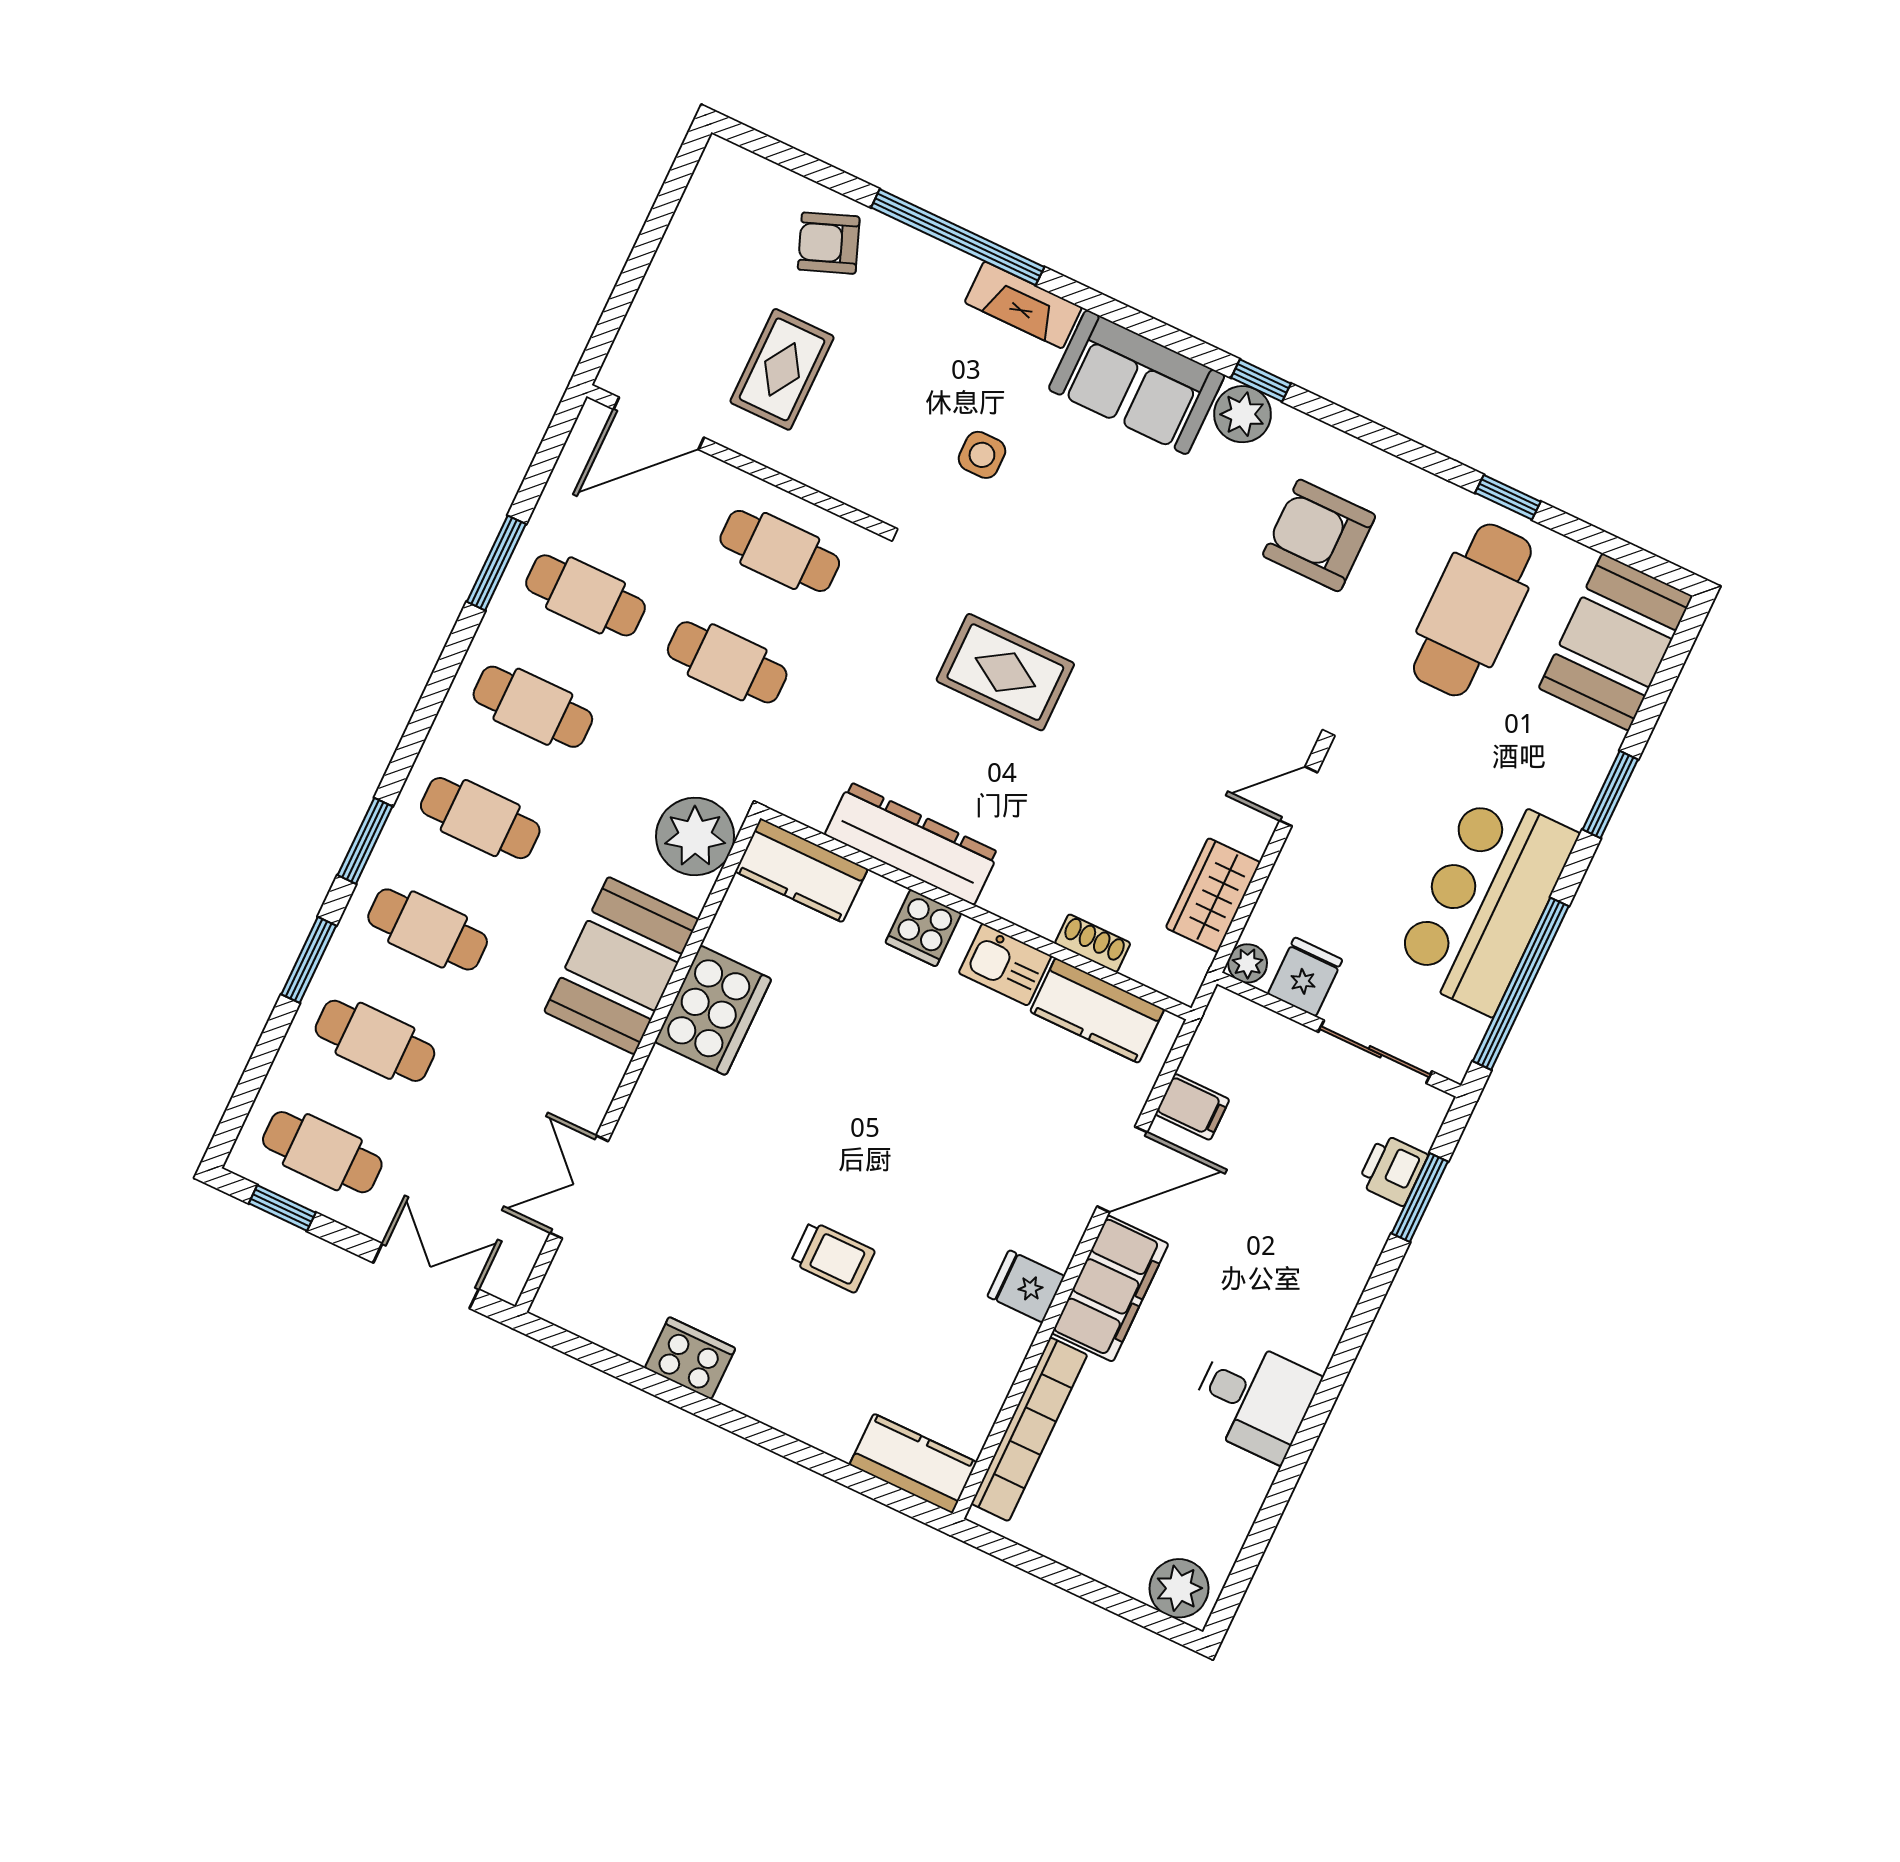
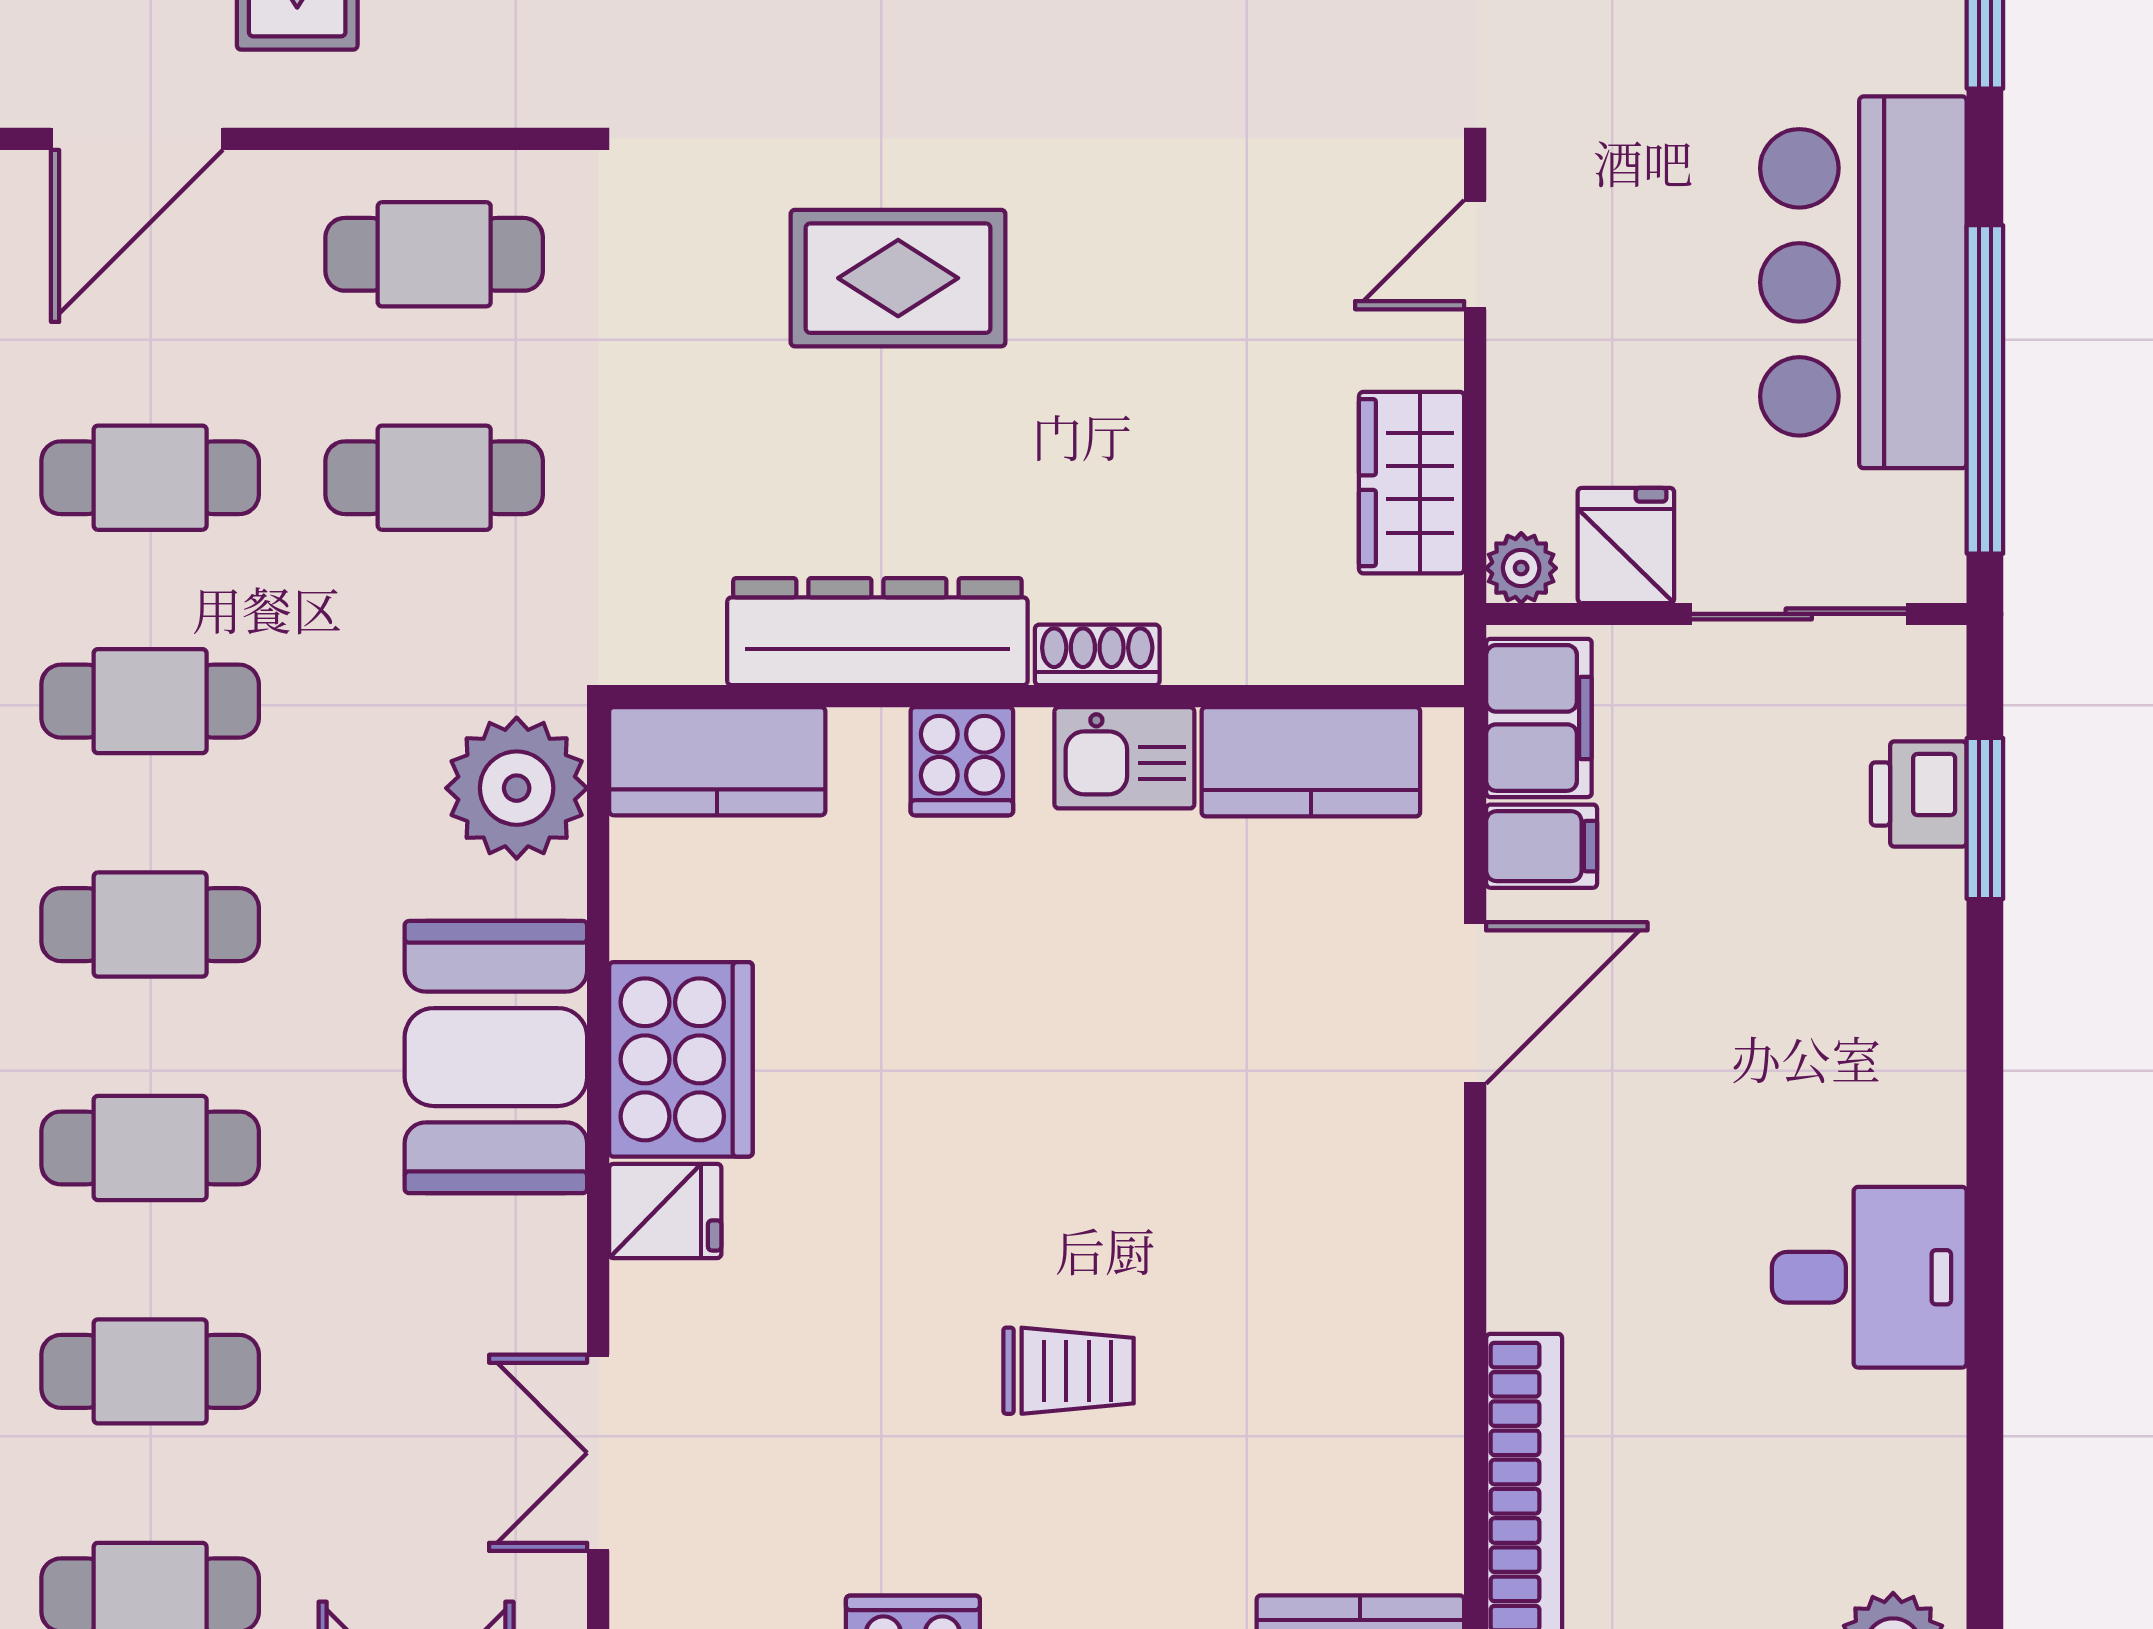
shoe rack: (1093, 943) -> (1097, 655), moved
fridge: (1026, 1286) -> (665, 1211), moved, turned 180
filing cabinet: (1110, 1288) -> (1539, 718), moved, width x0.67, depth x0.86

